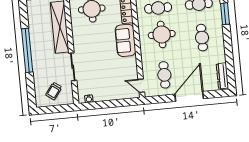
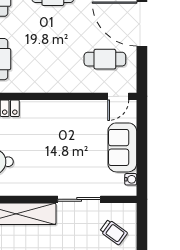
round table: (162, 34) -> (42, 57), removed
sofa: (126, 40) -> (122, 147), moved, turned 90

